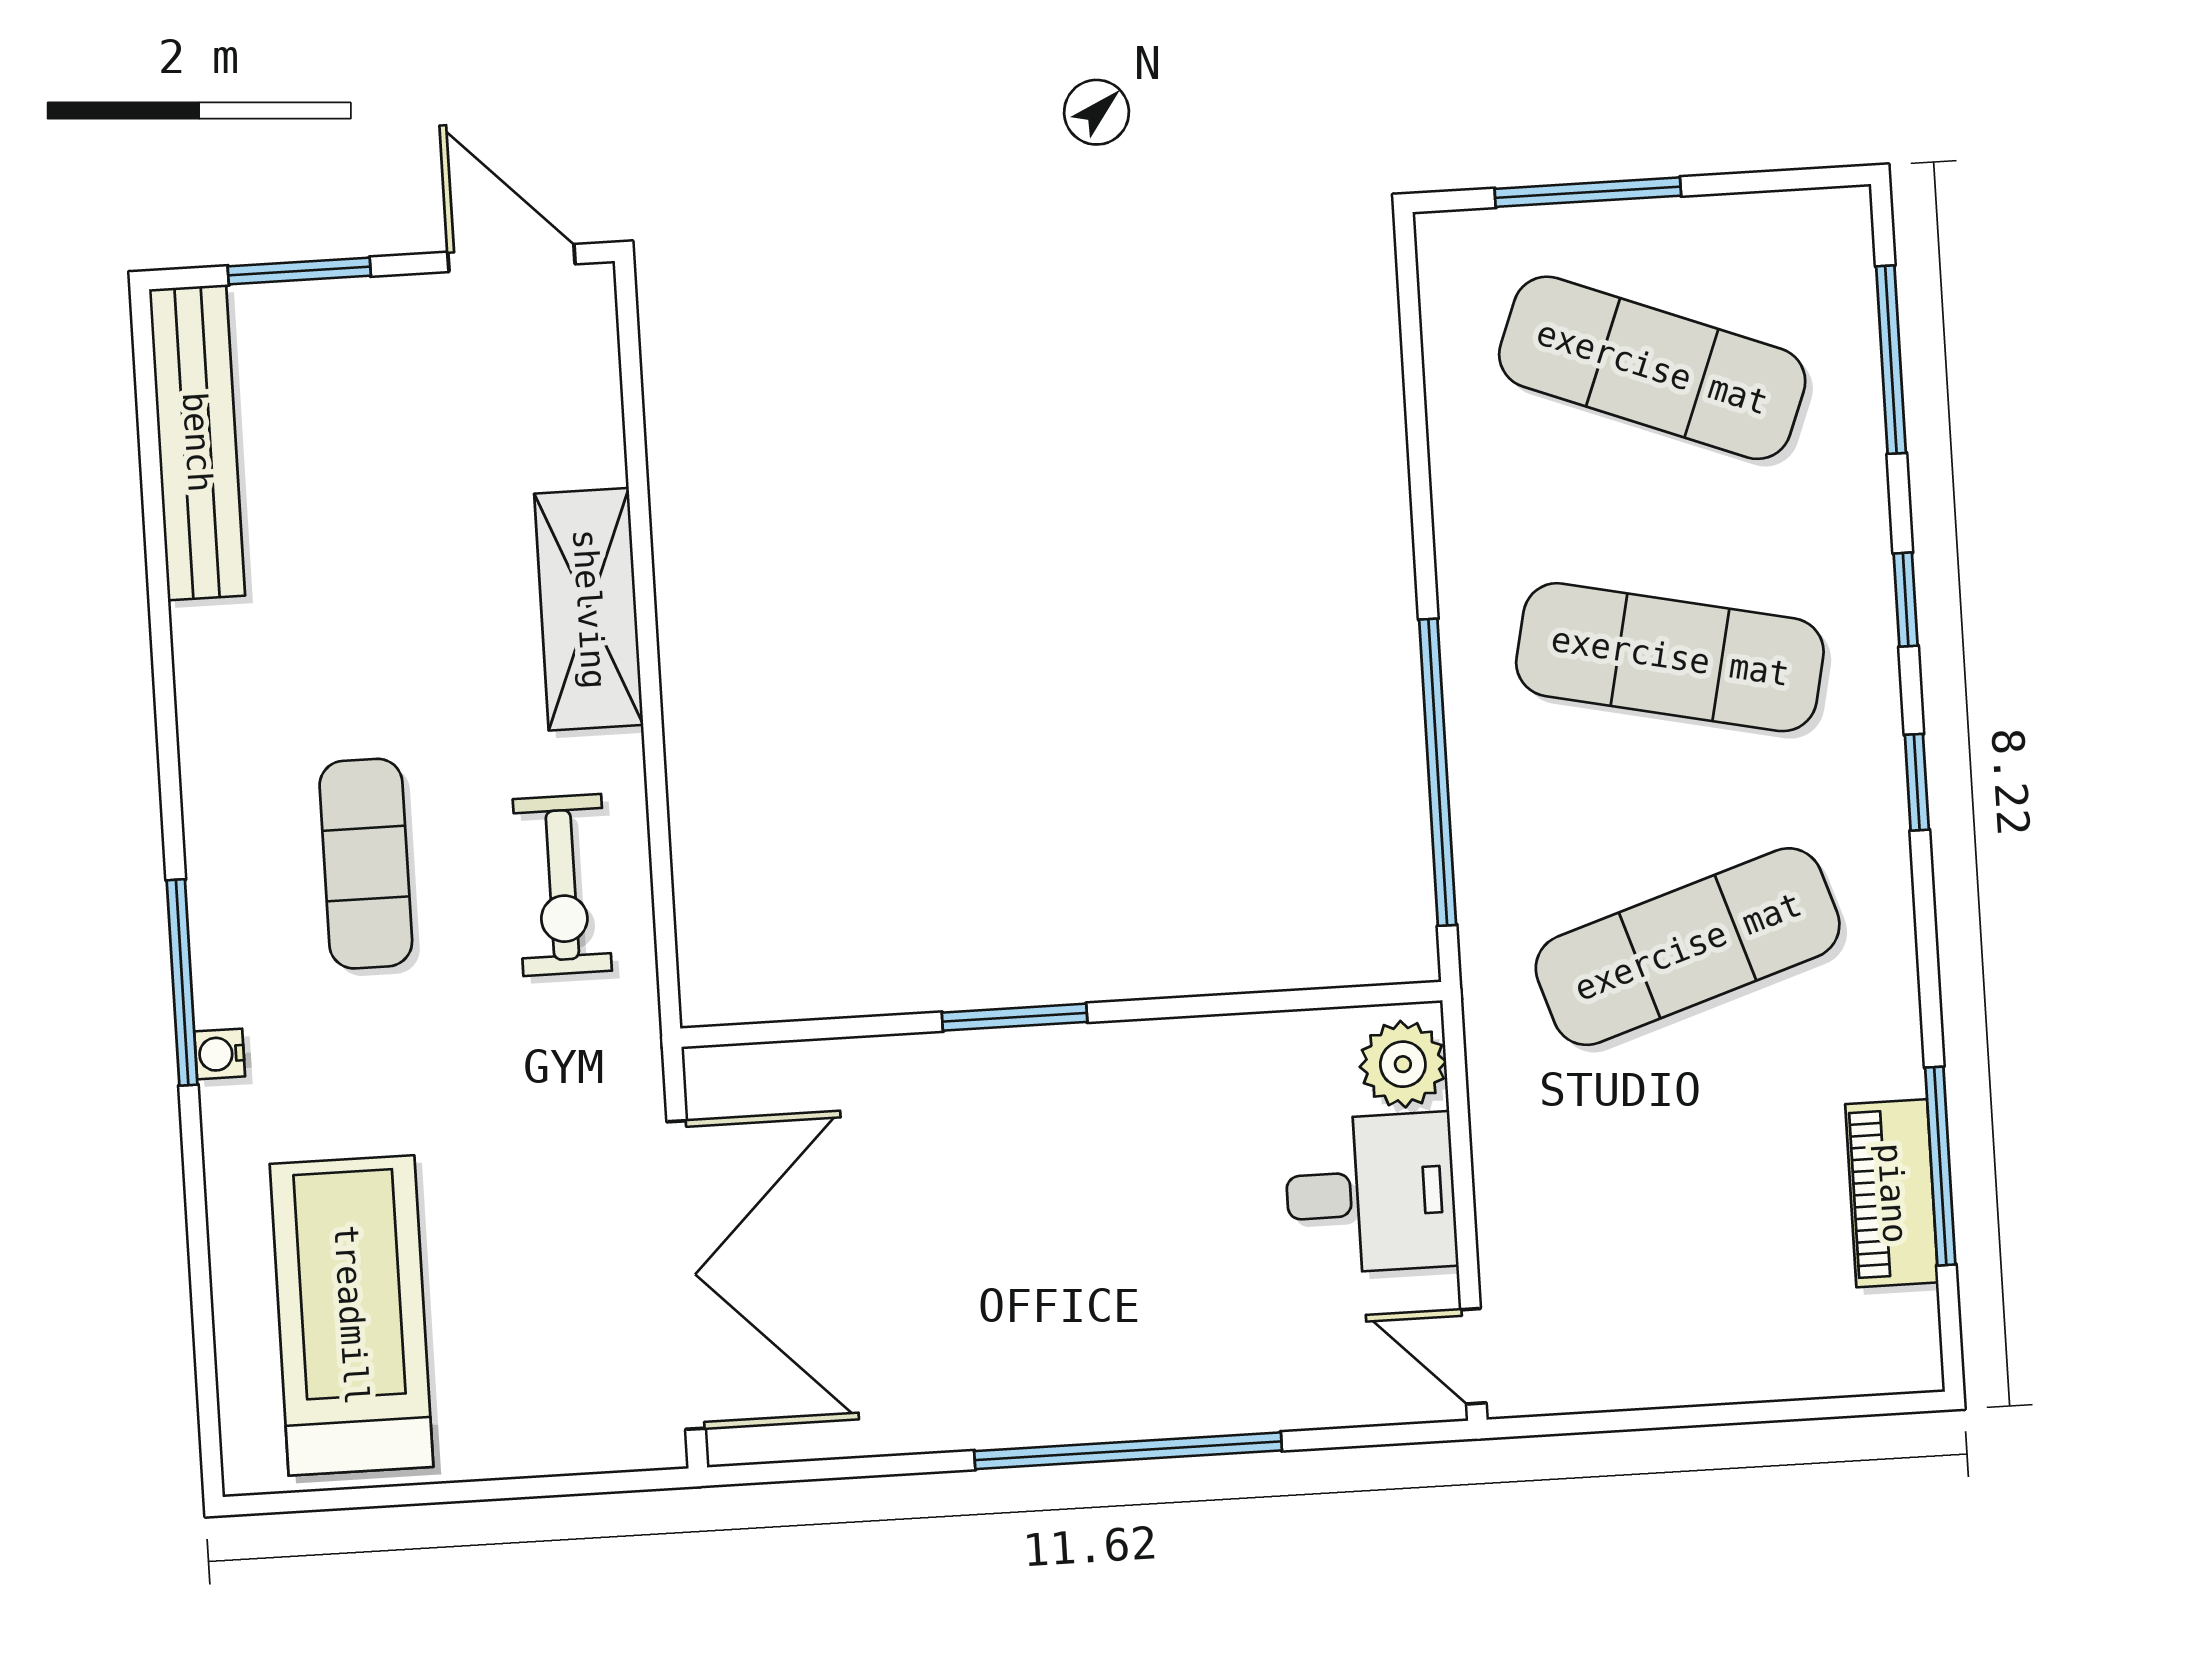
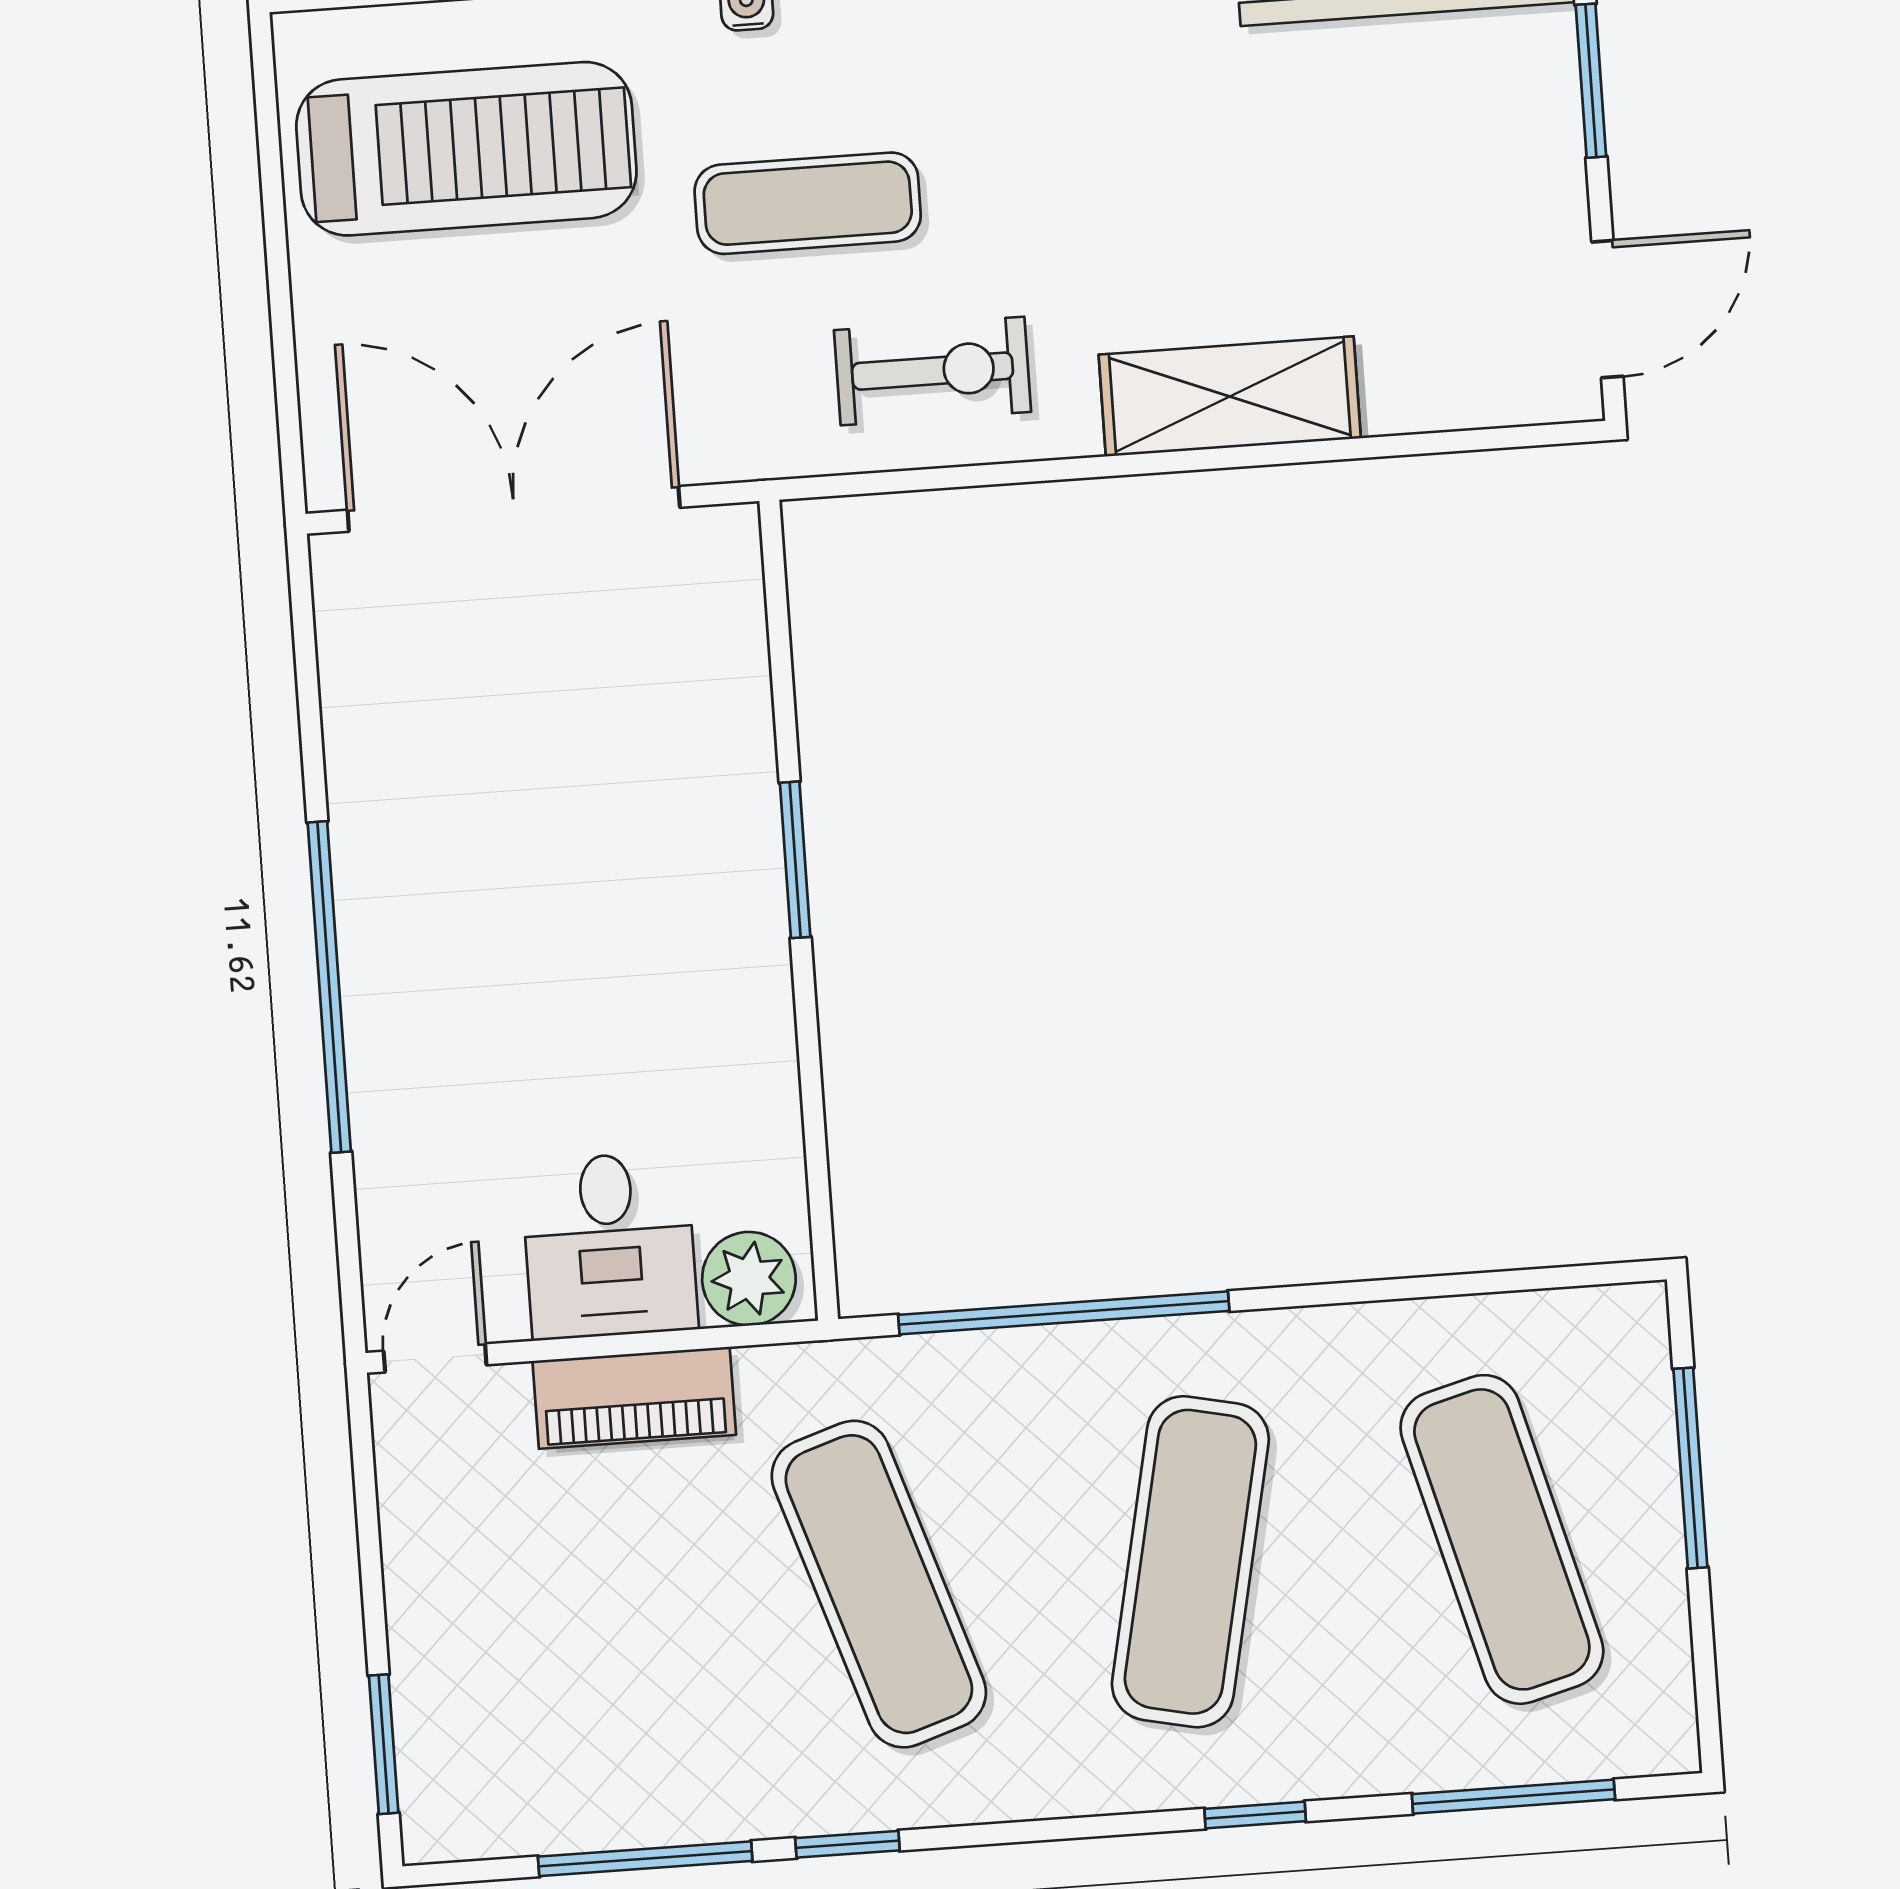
exercise mat: (1652, 368) -> (1502, 1539), turned -36
window: (1917, 782) -> (847, 1844), moved
exercise mat: (366, 864) -> (808, 203), moved
exercise bike: (562, 885) -> (932, 371), turned 180
piano: (1892, 1193) -> (634, 1398), moved, turned 180
double door: (686, 1275) -> (514, 509), swing flipped
window: (1831, 1408) -> (384, 1744), added

